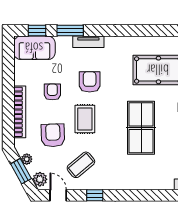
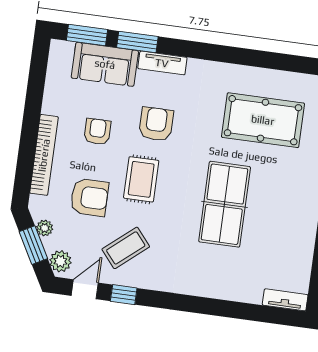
window: (37, 30) -> (87, 35), width x1.50
sofa: (34, 48) -> (105, 64), moved
armchair: (53, 135) -> (89, 197), turned 92
door: (58, 195) -> (85, 289), hinge flipped
window: (95, 195) -> (124, 295), moved

